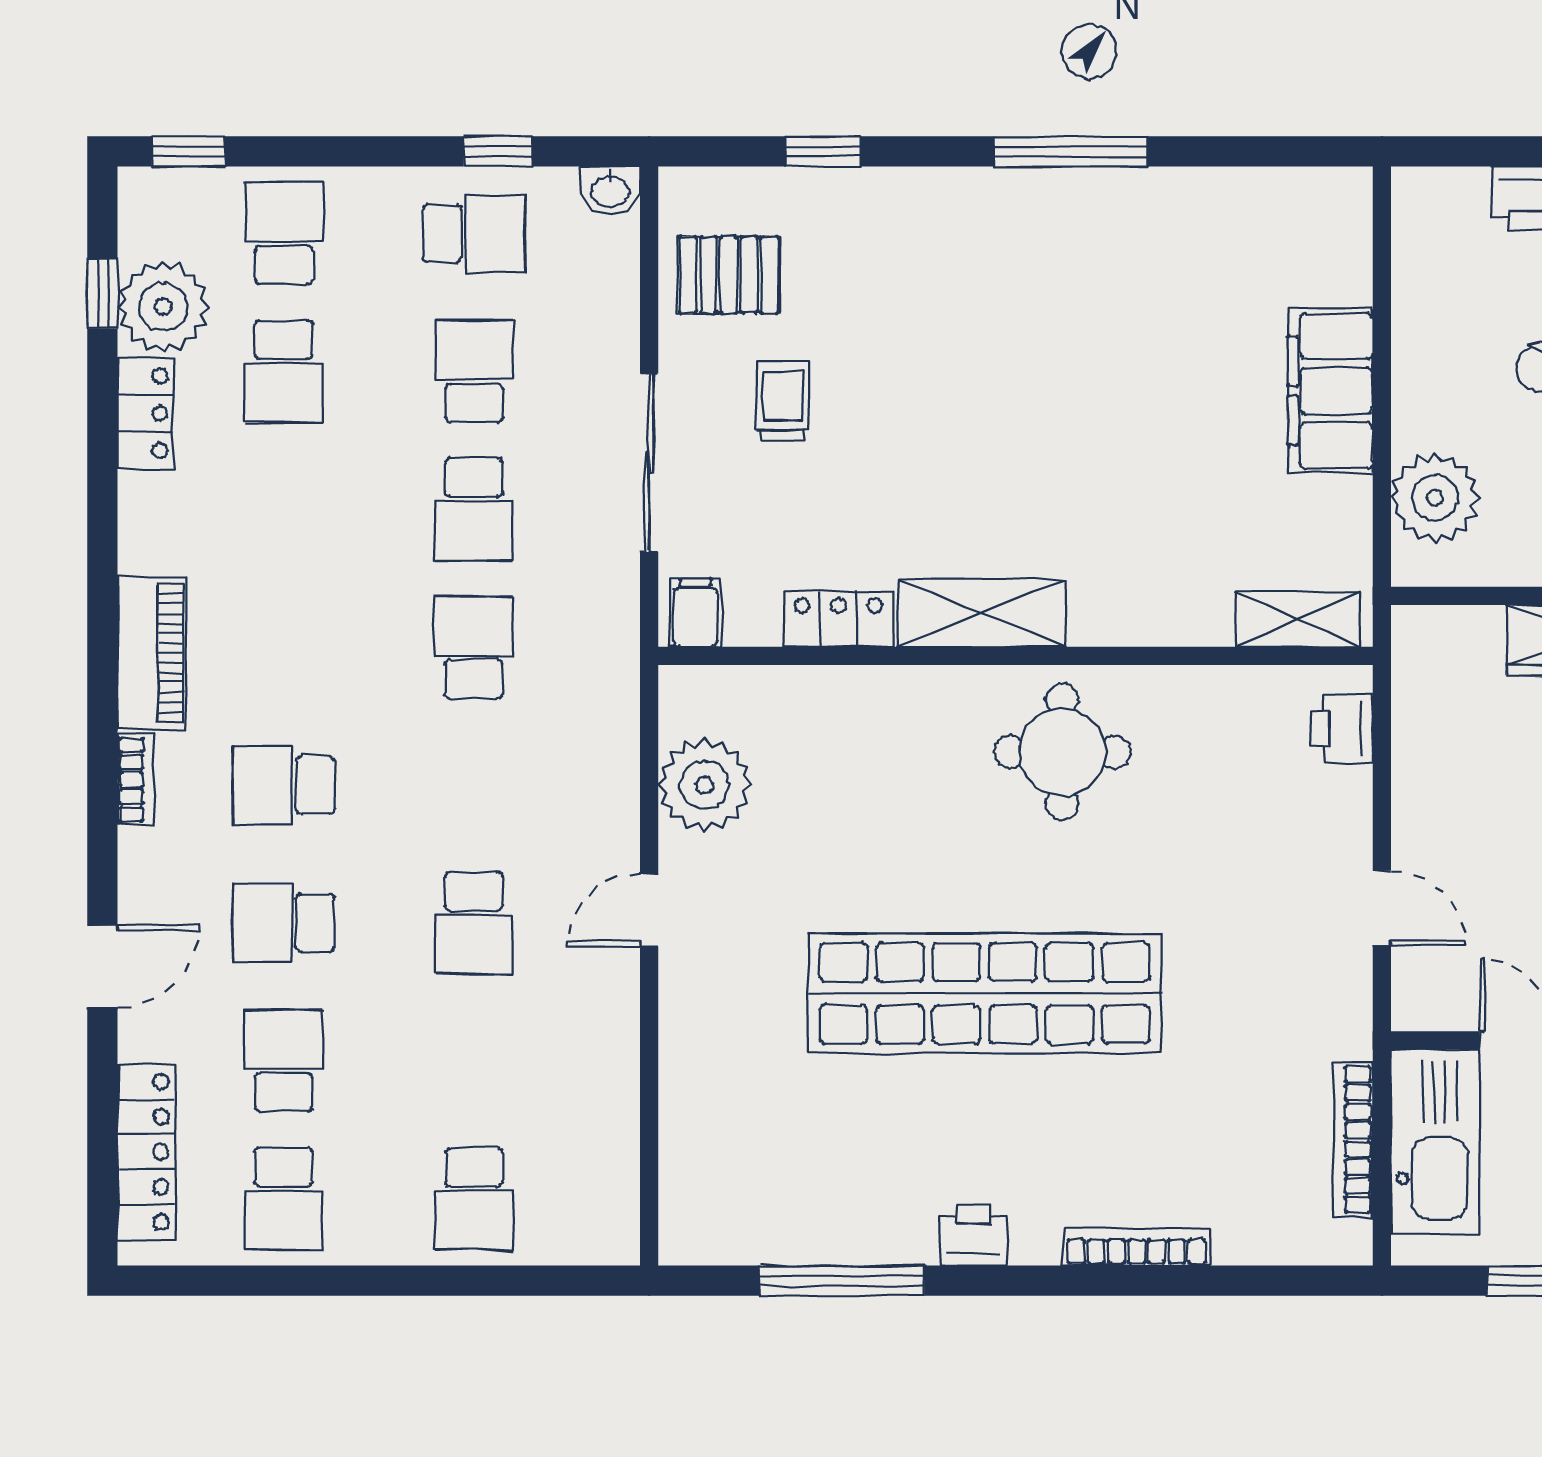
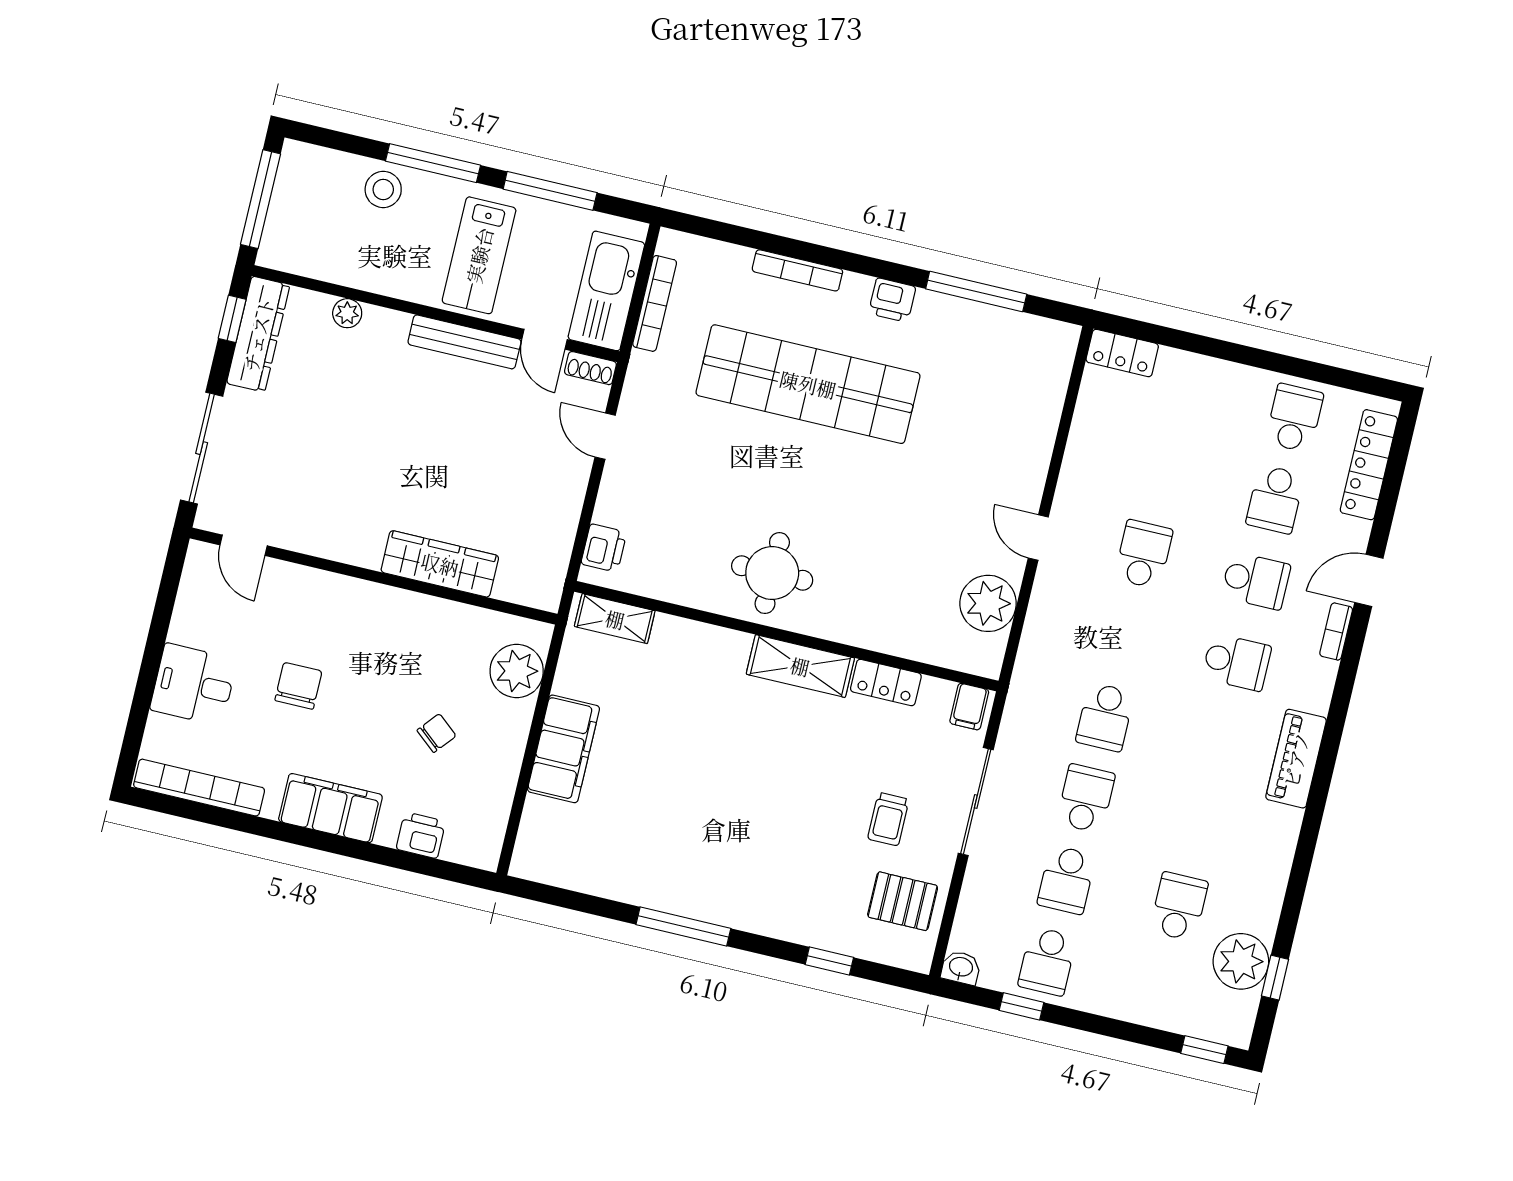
school desk: (284, 233) -> (1160, 988), removed
school desk: (474, 233) -> (1047, 961), turned -90
locker: (146, 413) -> (1122, 353), moved, turned -90
bookcase: (136, 780) -> (1336, 631), moved
door: (649, 910) -> (1038, 537), swing flipped
shop shelf: (985, 993) -> (808, 384), moved
shoe rack: (1432, 1012) -> (590, 368), added
school desk: (474, 1199) -> (1182, 391), removed

